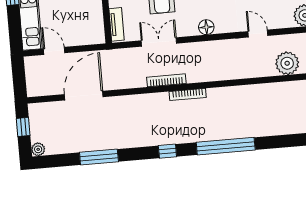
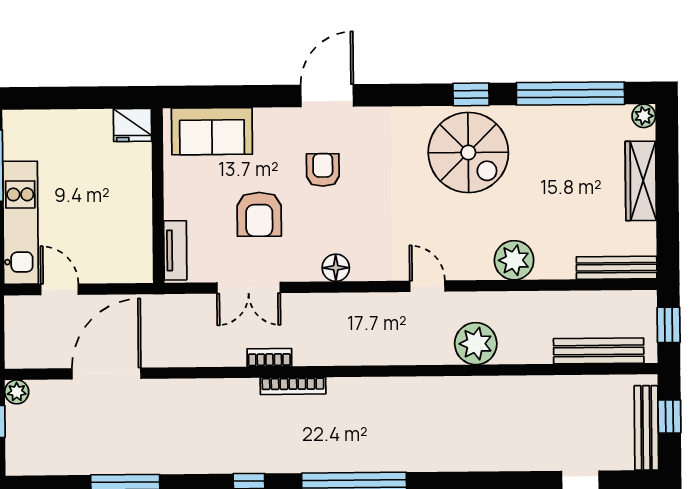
double door: (159, 42) -> (249, 288), swing flipped
bookcase: (166, 80) -> (269, 358), width x0.64
plant: (38, 149) -> (17, 392), moved

